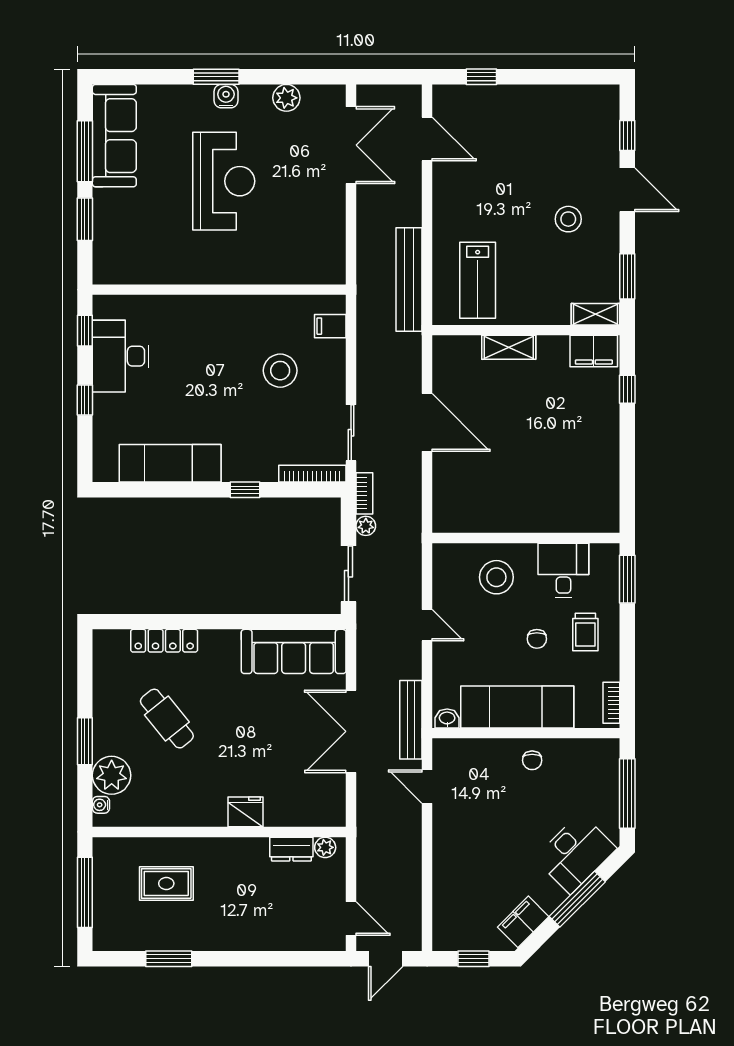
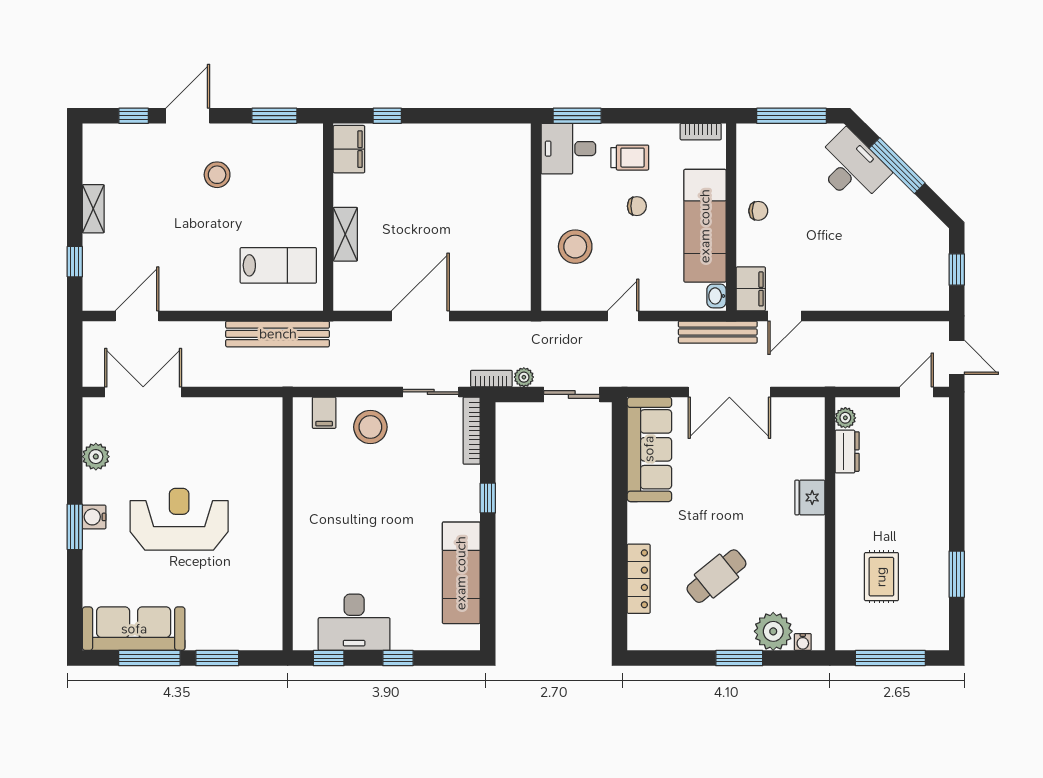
shelving: (596, 314) -> (93, 209), moved
stool: (280, 371) -> (370, 427), moved
desk: (563, 570) -> (568, 149), moved
filing cabinet: (523, 922) -> (751, 289), moved, turned -135

